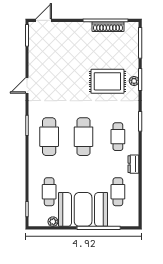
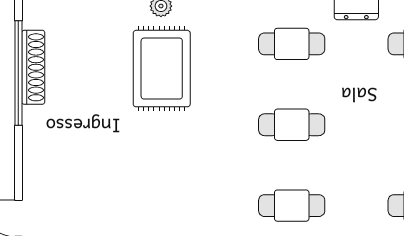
cafe table: (49, 137) -> (292, 206), width x0.73, depth x0.74
cafe table: (84, 137) -> (292, 125), width x0.73, depth x0.74

